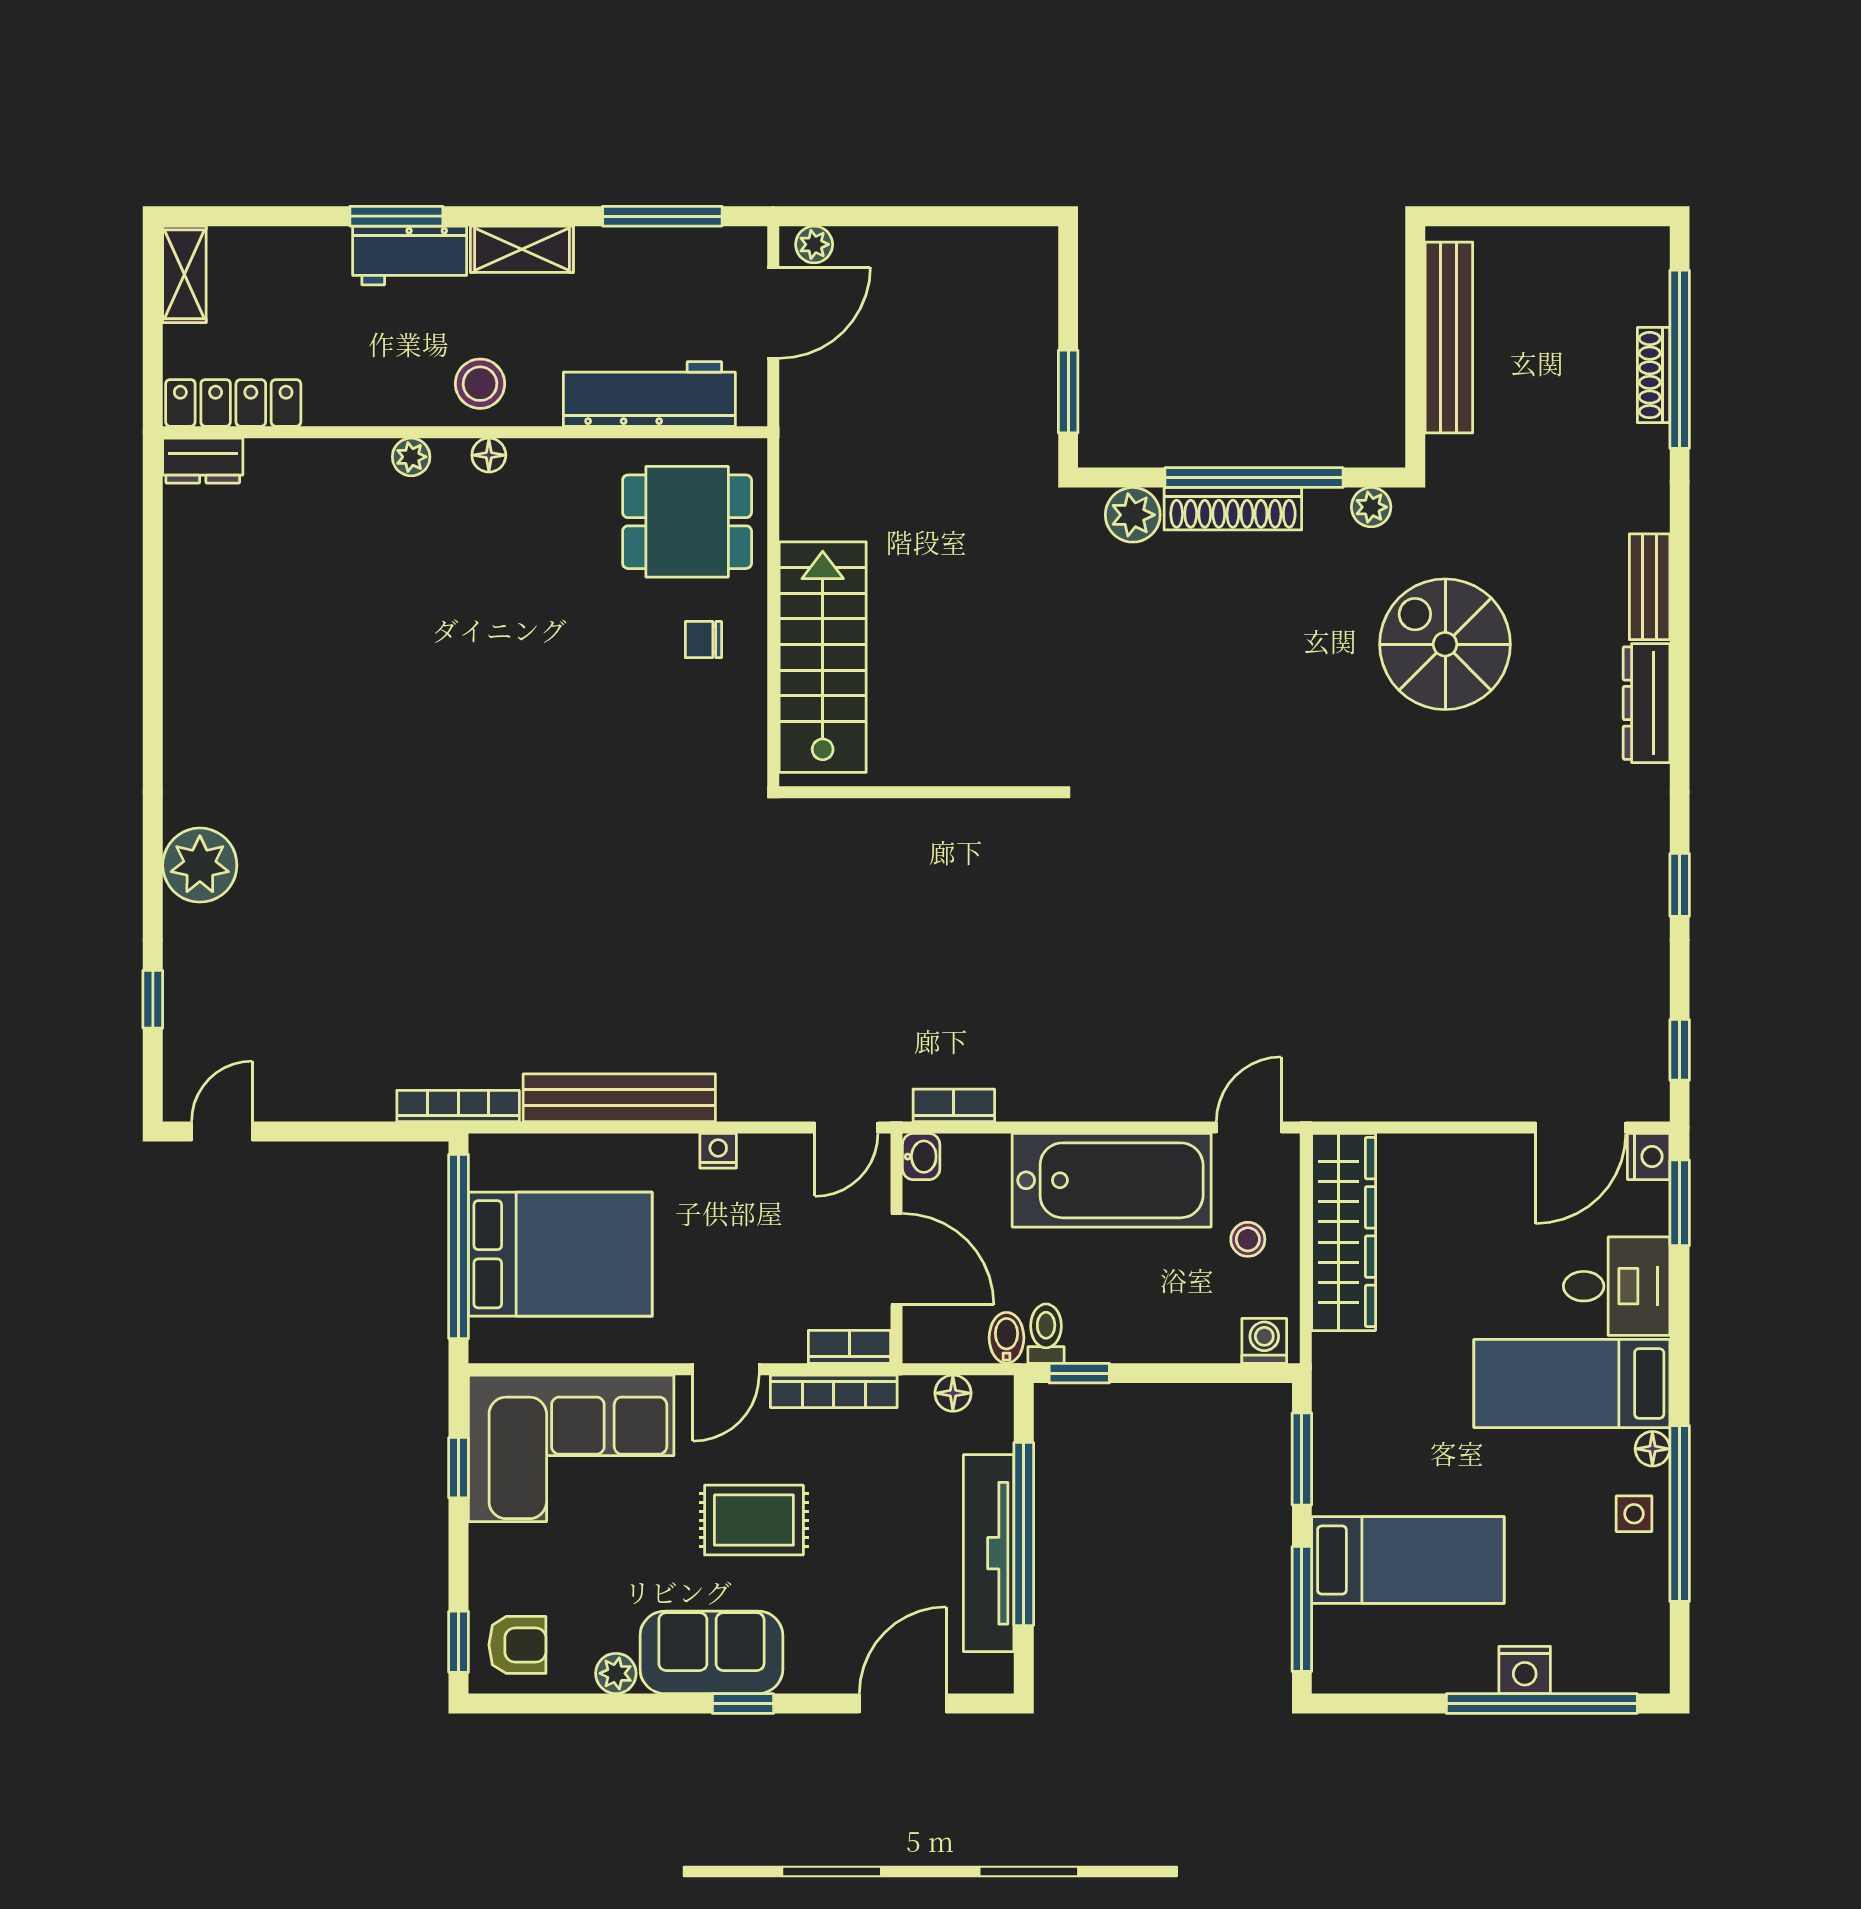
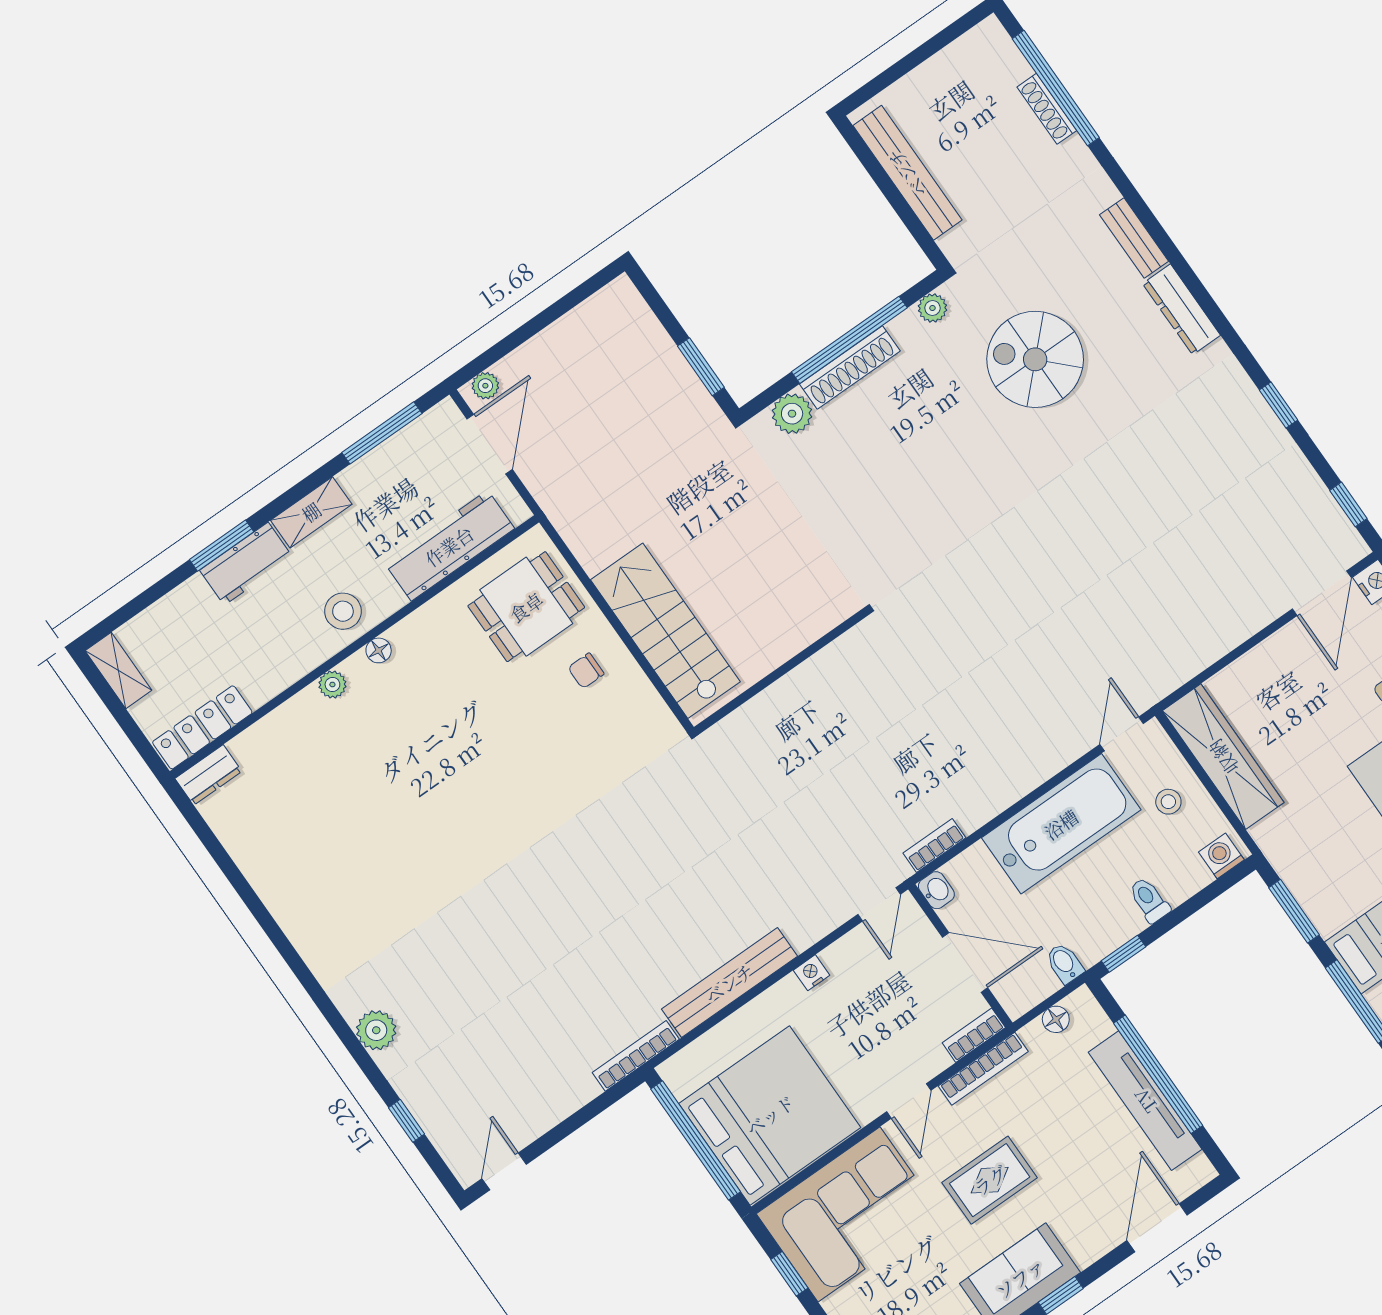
plant: (200, 865) -> (376, 1030), width x0.73, depth x0.73
bed: (560, 1254) -> (770, 1115), width x1.36
toilet: (1046, 1334) -> (1149, 900), moved

